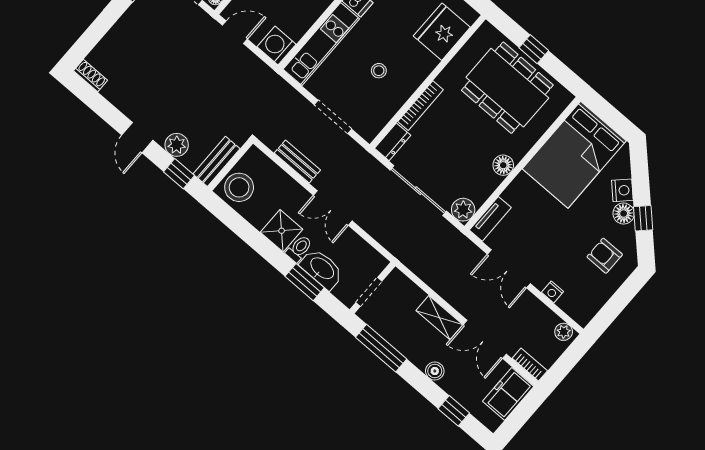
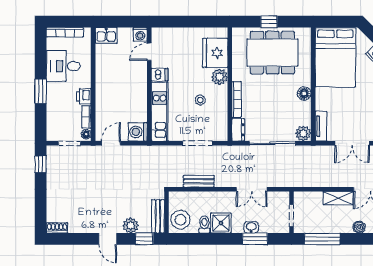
plant: (423, 63) -> (219, 77), added
double door: (333, 208) -> (252, 189), moved
toilet: (299, 249) -> (204, 224), moved
washbasin: (322, 269) -> (251, 227), width x0.52, depth x0.69

